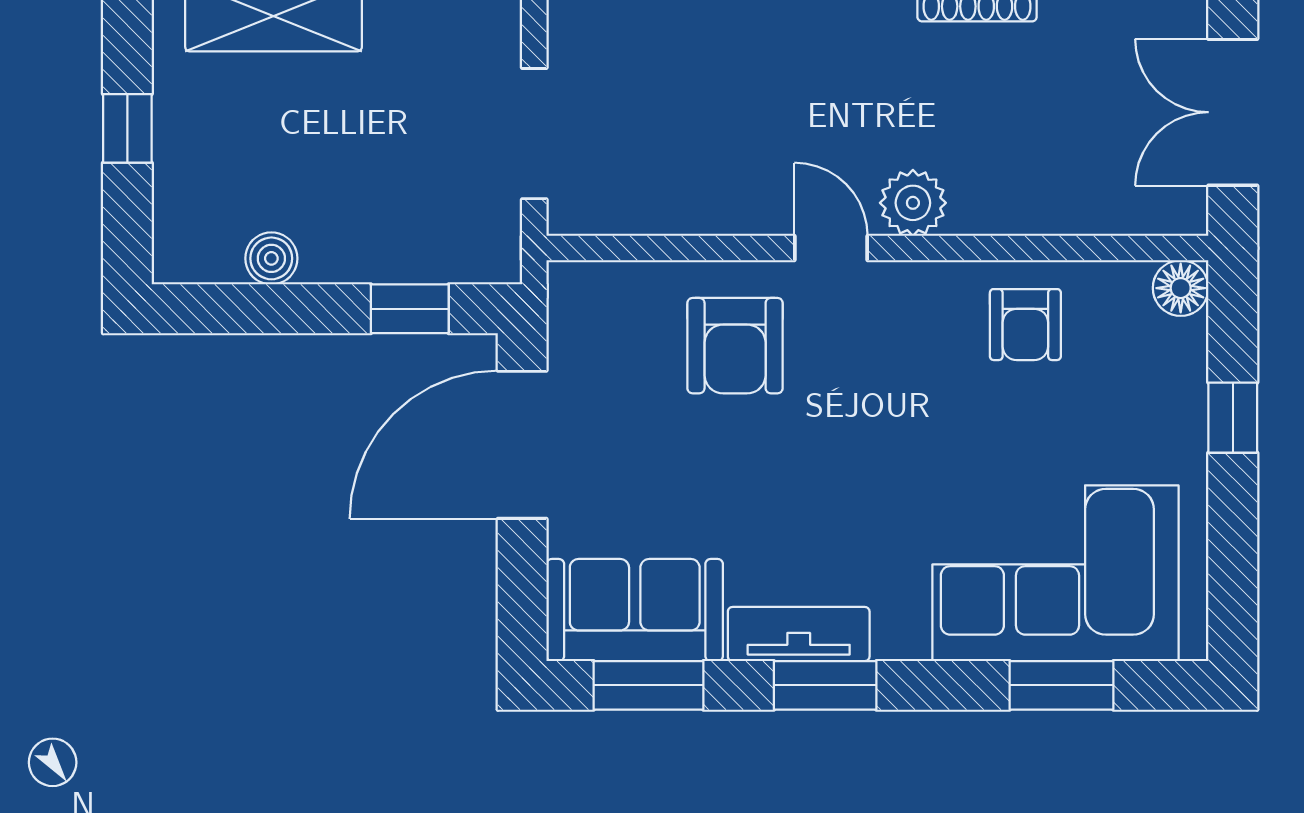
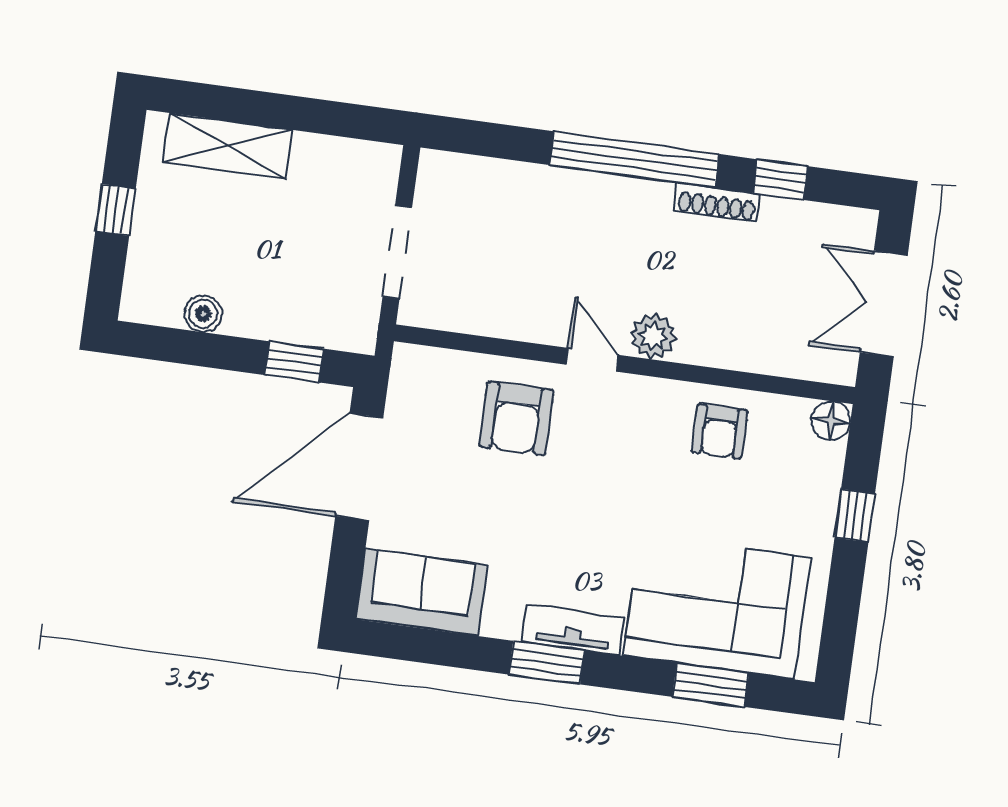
tv unit: (799, 634) -> (573, 630), moved
window: (648, 685) -> (424, 646), removed

